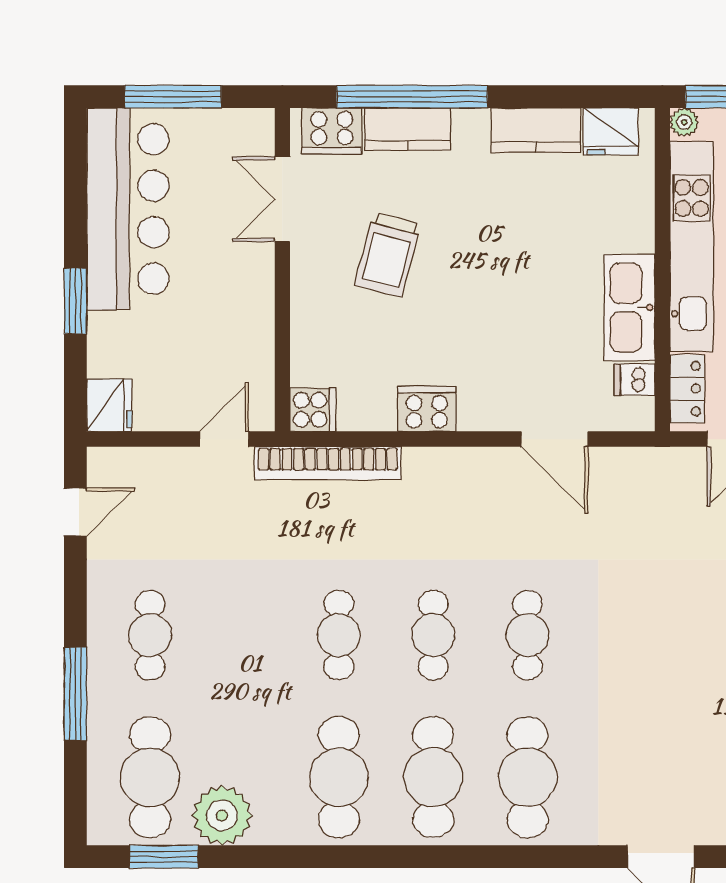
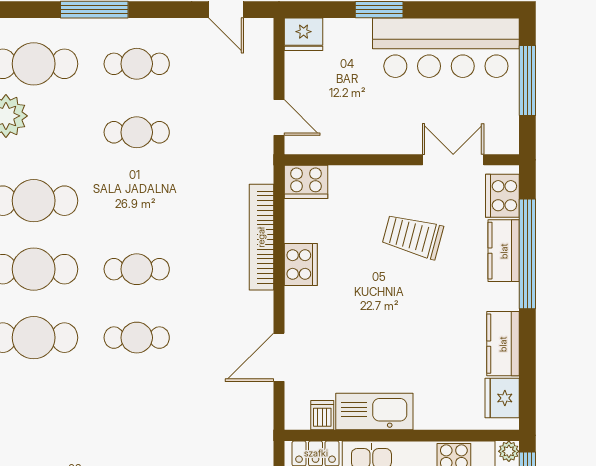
cooker: (313, 410) -> (306, 182), width x1.36
bookcase: (328, 463) -> (261, 237), moved
cafe table: (339, 635) -> (137, 132), moved

